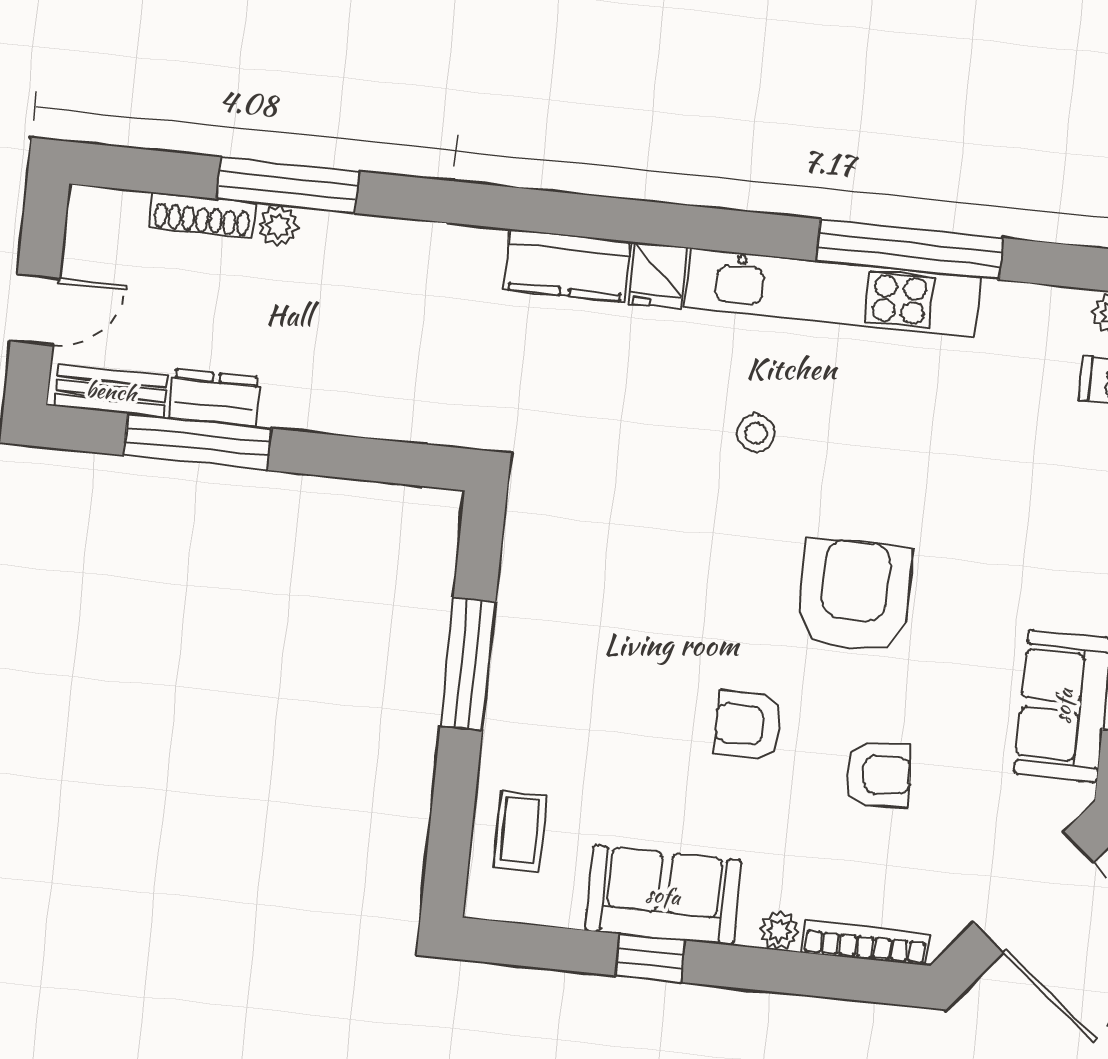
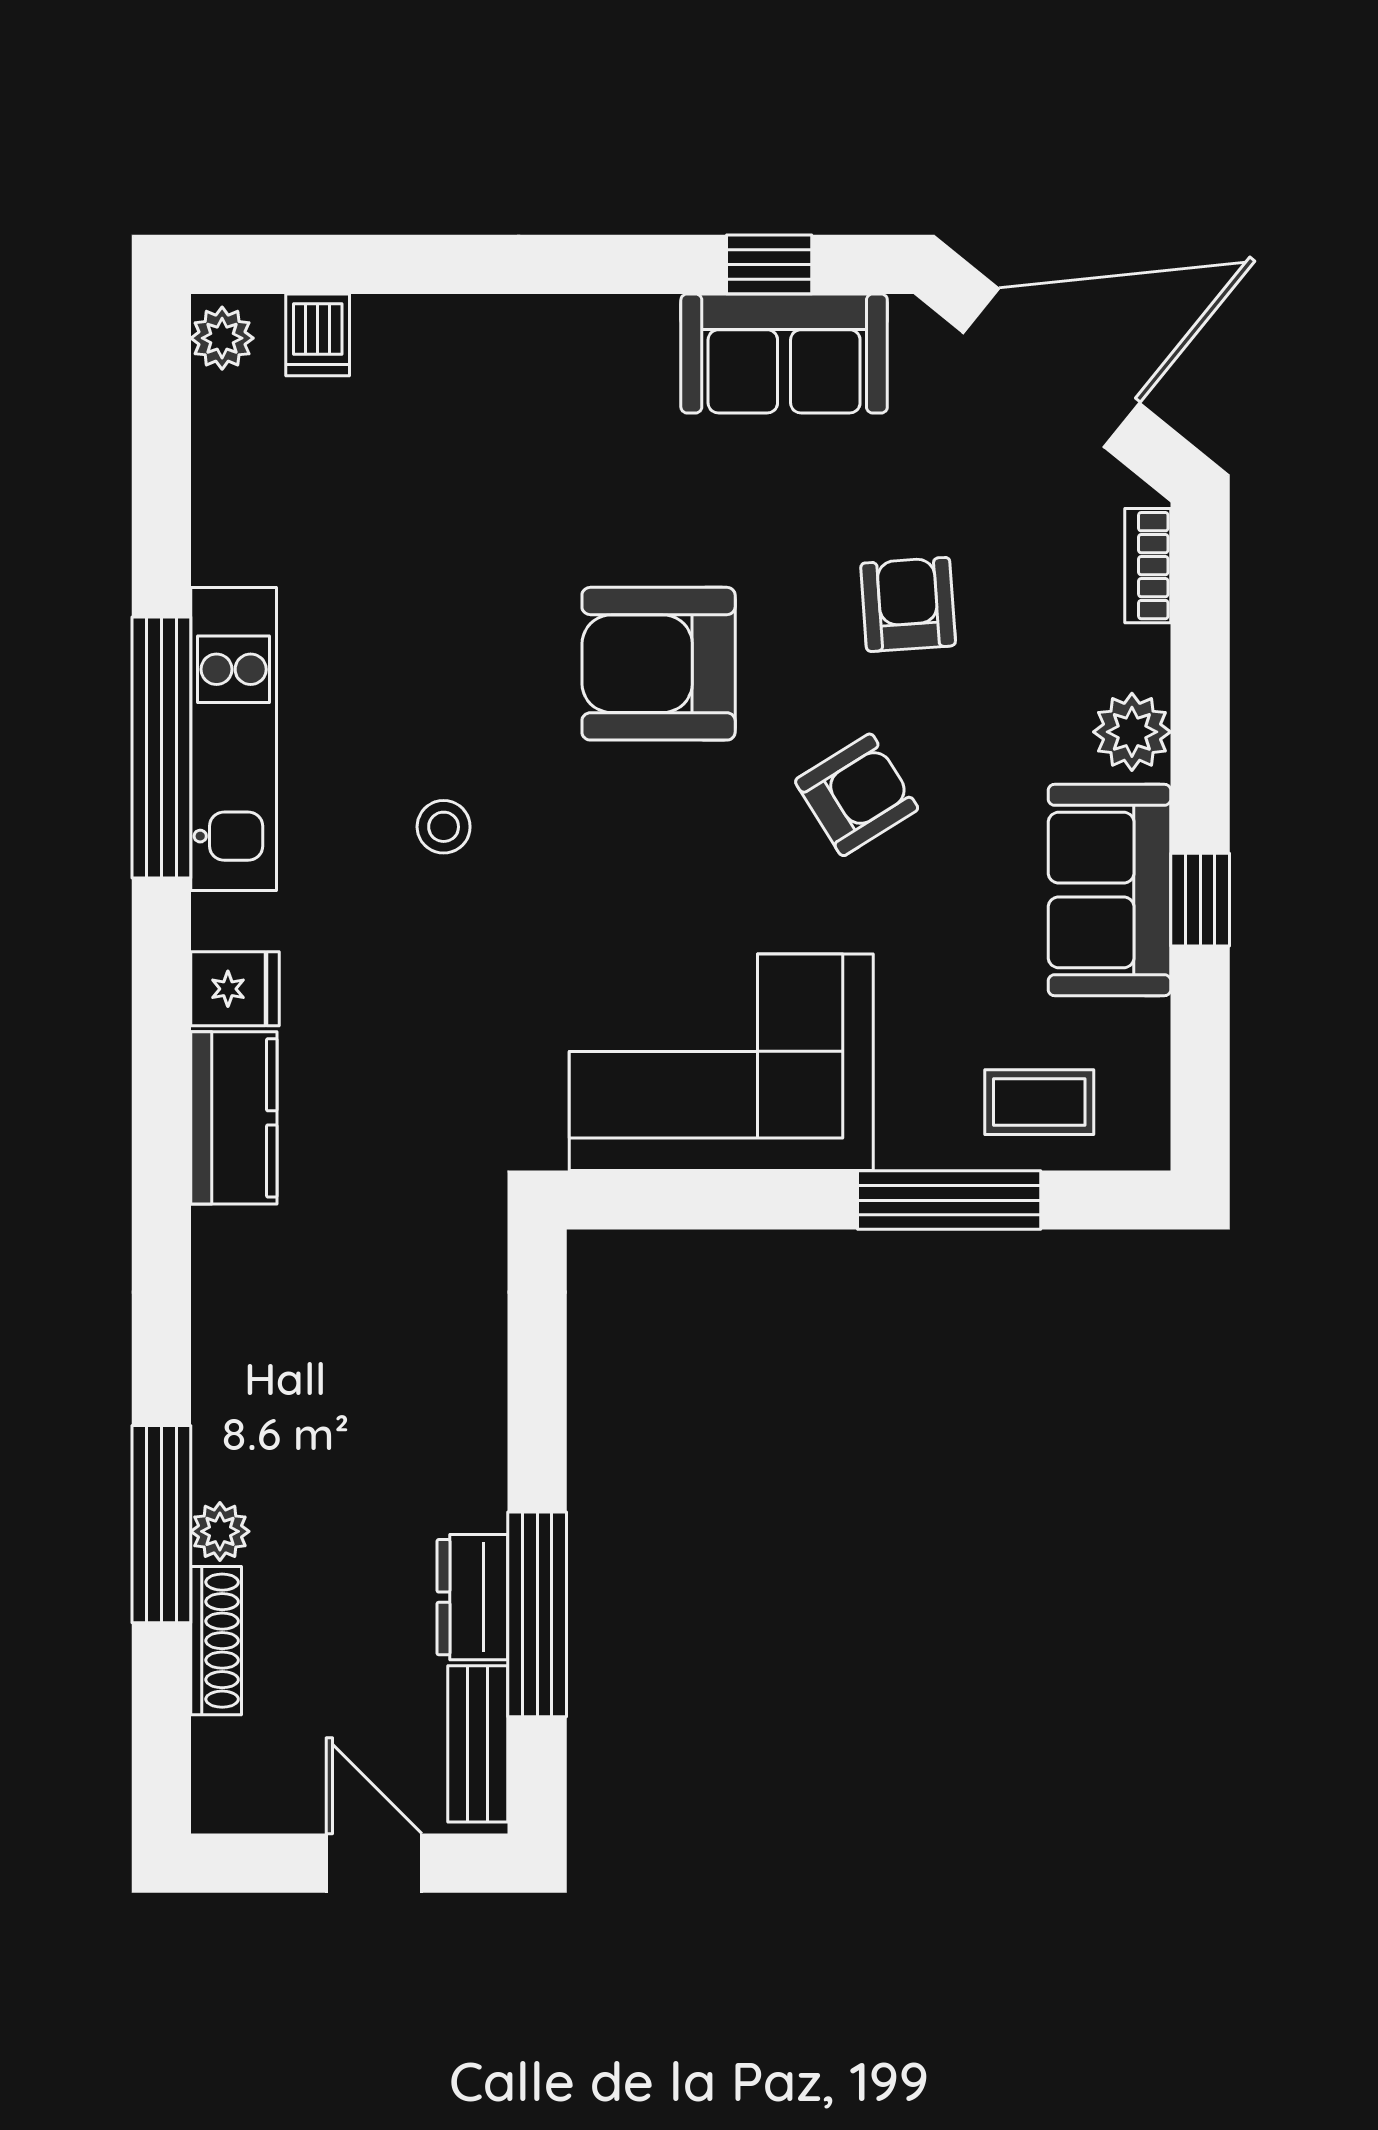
window: (910, 249) -> (161, 747), moved
kitchen unit: (833, 293) -> (234, 739), width x0.73
corner sofa: (571, 611) -> (721, 1062), added
window: (468, 663) -> (949, 1200), moved
armchair: (748, 725) -> (857, 795), turned -122
plant: (779, 931) -> (1132, 732), width x1.38, depth x1.38
bookcase: (865, 943) -> (1148, 566), width x0.64

